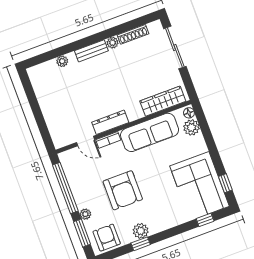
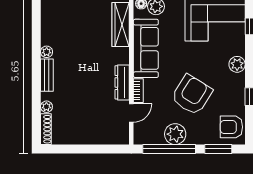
shoe rack: (133, 34) -> (46, 129), moved
armchair: (123, 190) -> (192, 95), turned -58
plant: (85, 214) -> (175, 134), moved, width x1.88, depth x1.88
plant: (141, 231) -> (237, 64), moved

